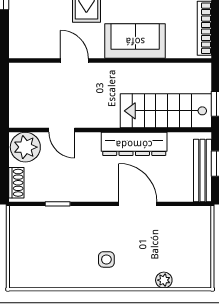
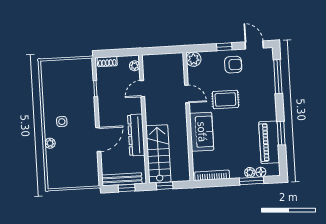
plant: (20, 47) -> (194, 59), added
door: (74, 61) -> (187, 94), hinge flipped
plant: (25, 147) -> (135, 66), width x0.53, depth x0.53
plant: (164, 280) -> (50, 143), moved

